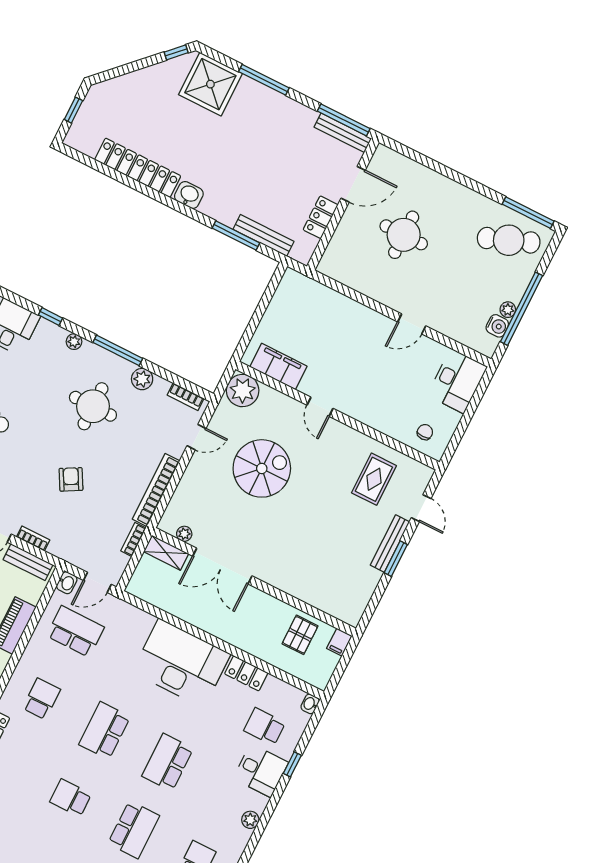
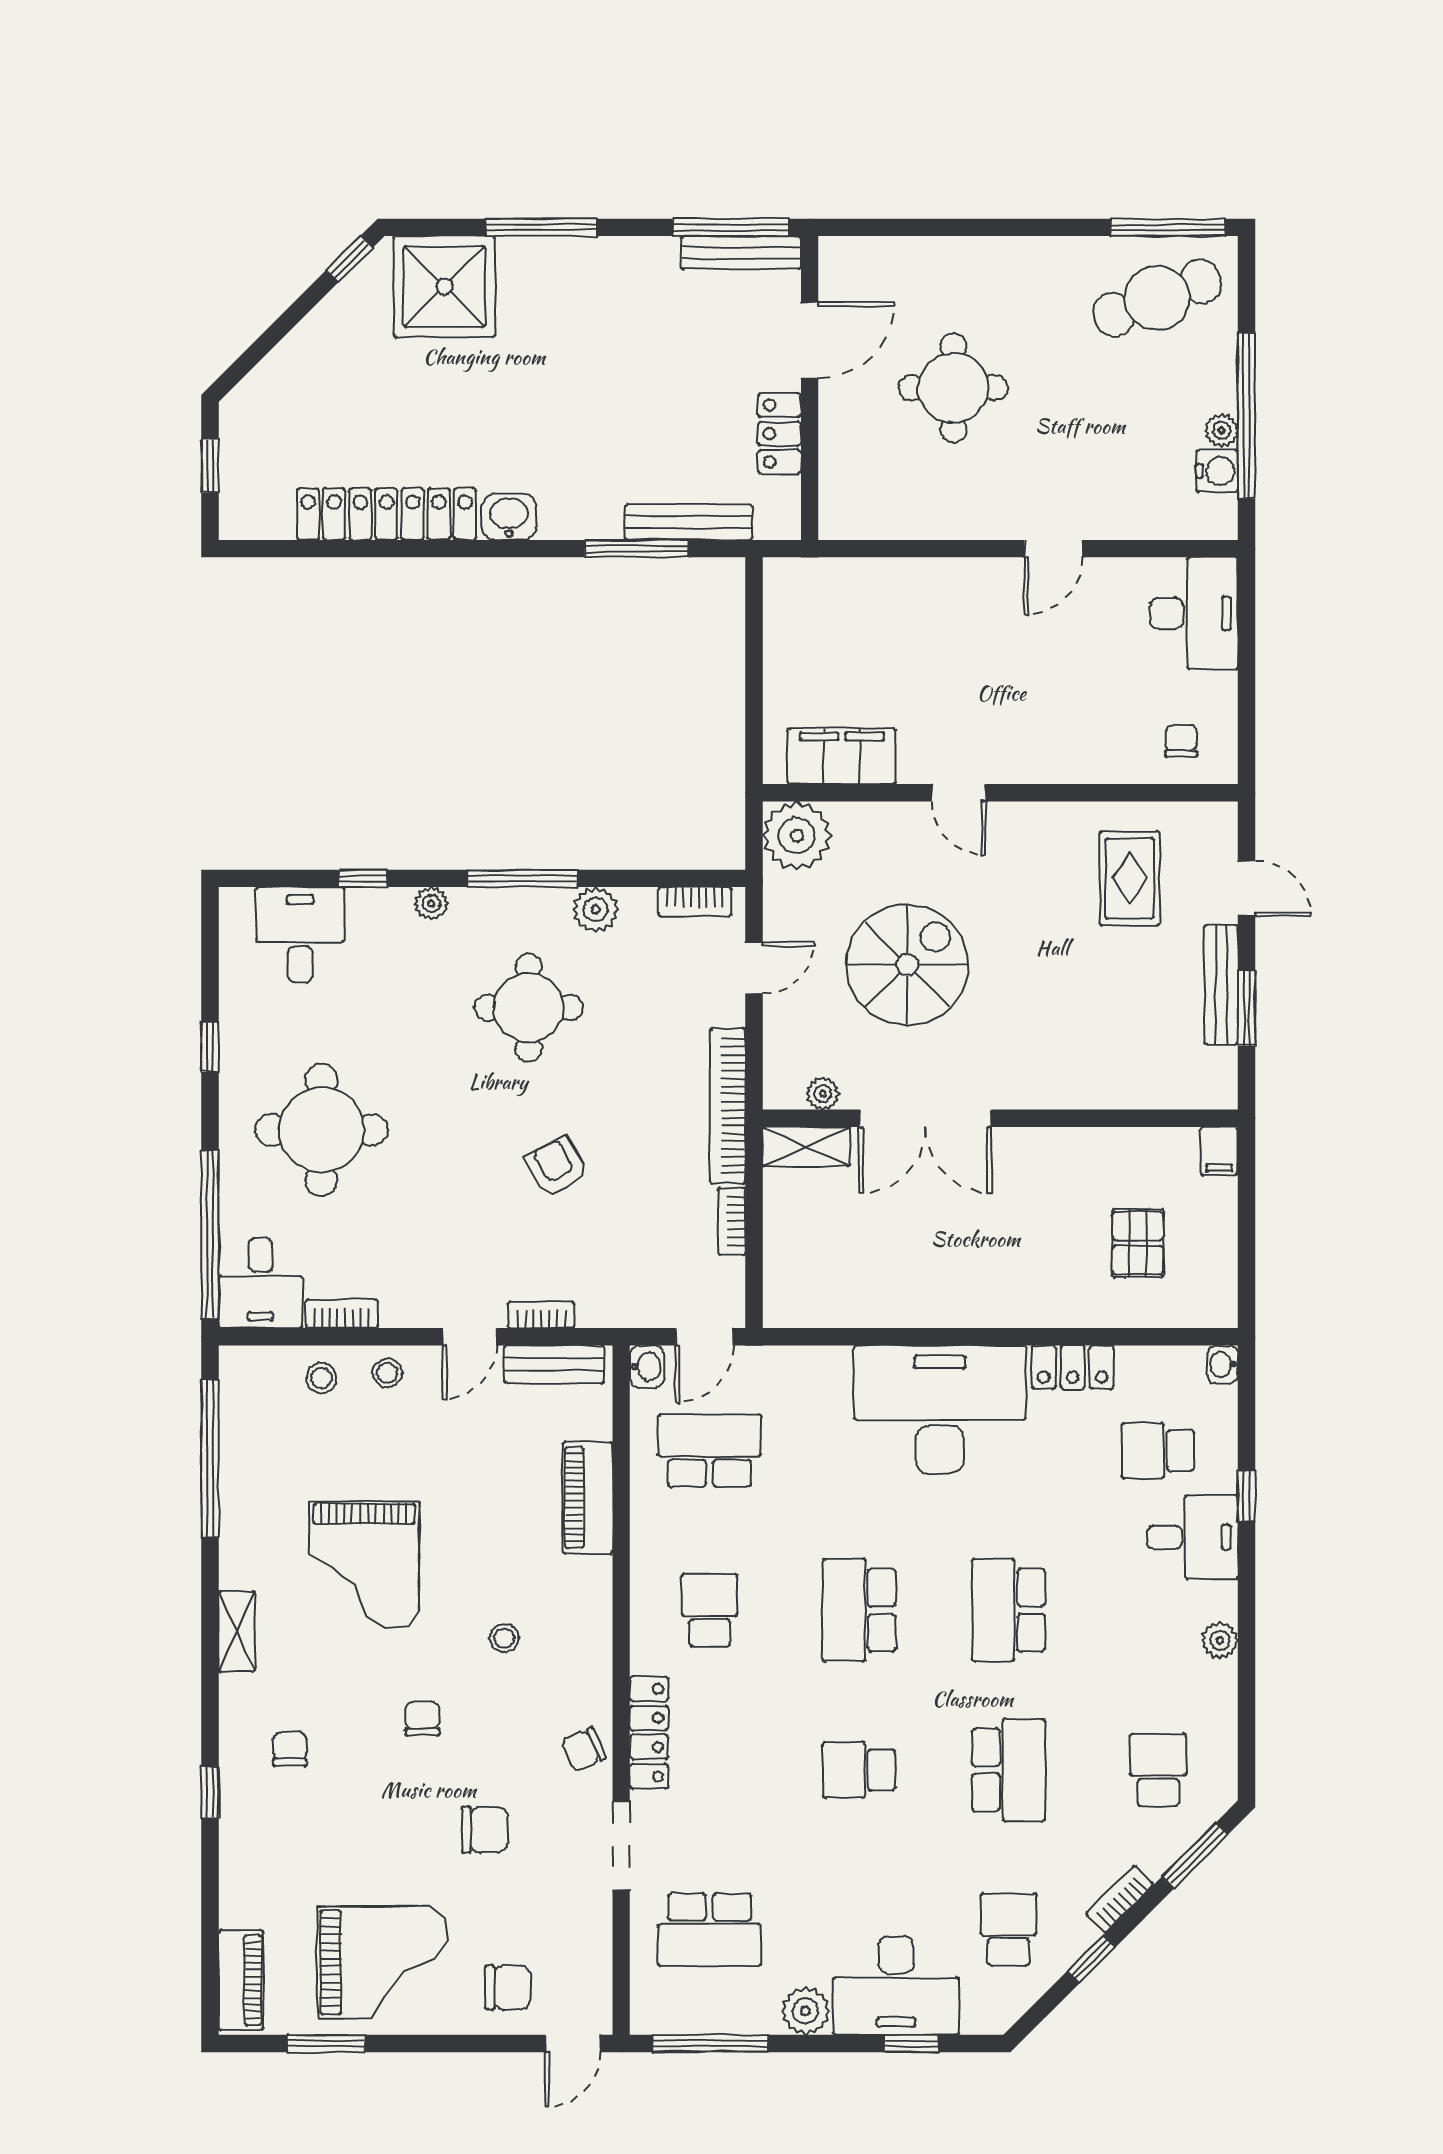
plant: (184, 534) -> (823, 1094), moved
shelving: (166, 553) -> (806, 1147), moved
double door: (222, 566) -> (925, 1118), moved
wall: (254, 582) -> (1000, 1118), moved
filing cabinet: (339, 642) -> (1219, 1151), moved

